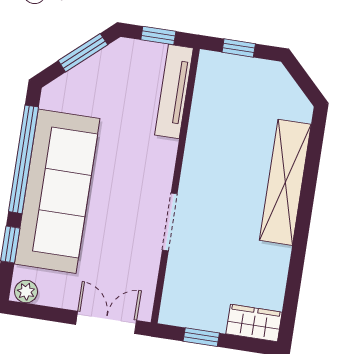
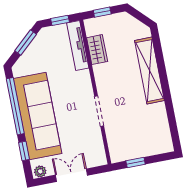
double door: (106, 322) -> (71, 175), moved
wardrobe: (254, 323) -> (97, 50), moved, turned 90

